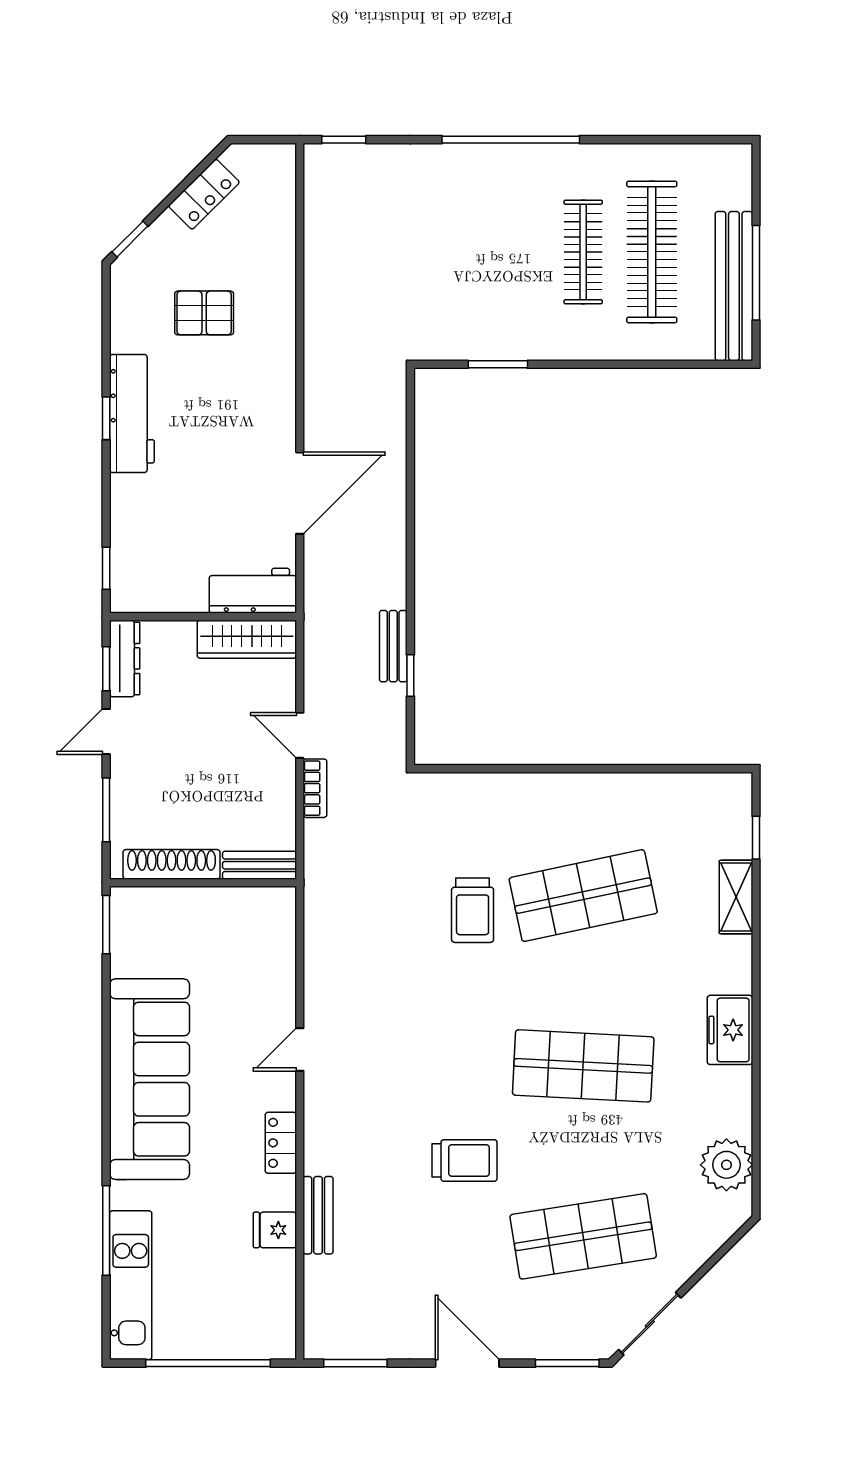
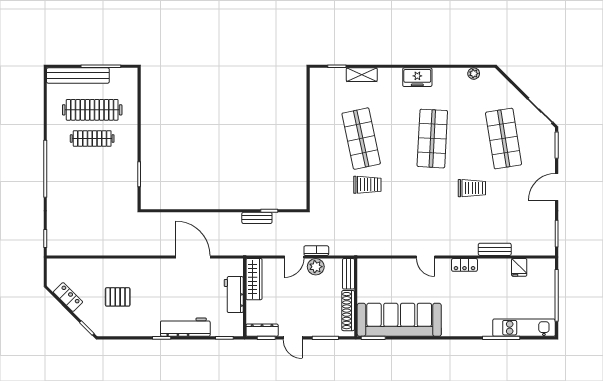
bench: (734, 286) -> (78, 76), moved
pallet: (204, 313) -> (118, 297), turned 90
workbench: (132, 414) -> (185, 327), moved
workbench: (253, 591) -> (234, 295), moved
plant: (276, 787) -> (316, 267), added
sofa: (150, 1079) -> (399, 320), moved
trolley: (464, 1160) -> (472, 188), turned 90
plant: (726, 1165) -> (474, 74), width x0.53, depth x0.53
fridge: (275, 1230) -> (519, 267), moved

